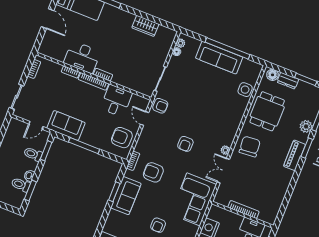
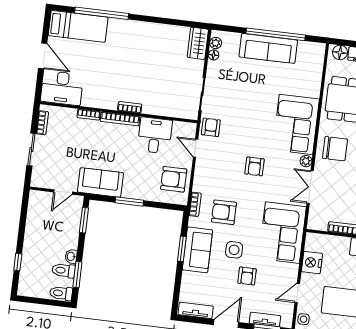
wardrobe: (145, 26) -> (198, 43), moved, turned 90
desk: (82, 57) -> (62, 88), moved
side table: (245, 90) -> (234, 250), moved
sliding door: (17, 97) -> (31, 150), moved
armchair: (160, 106) -> (211, 127), turned -90
corner sofa: (225, 120) -> (296, 124), added
window: (84, 146) -> (129, 202), width x0.69
chair: (250, 146) -> (335, 149), turned 95
toilet: (33, 154) -> (61, 293), moved

